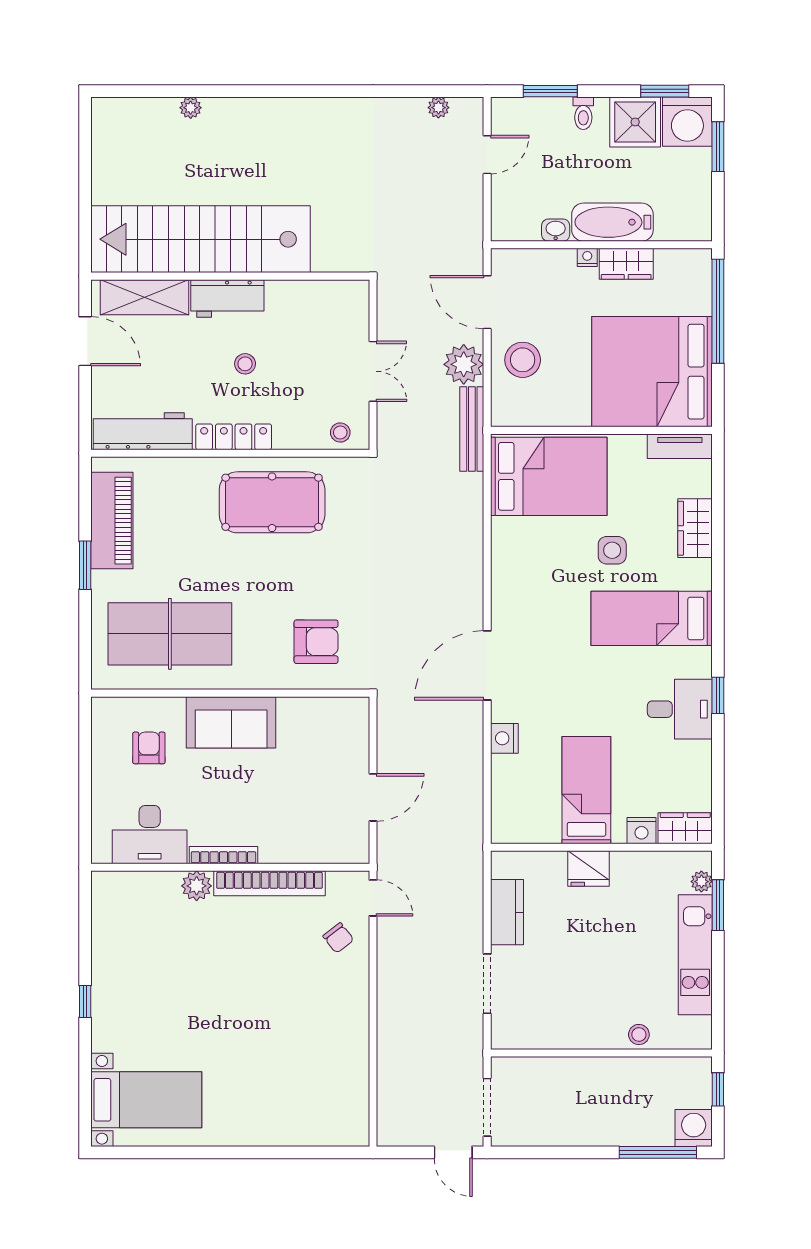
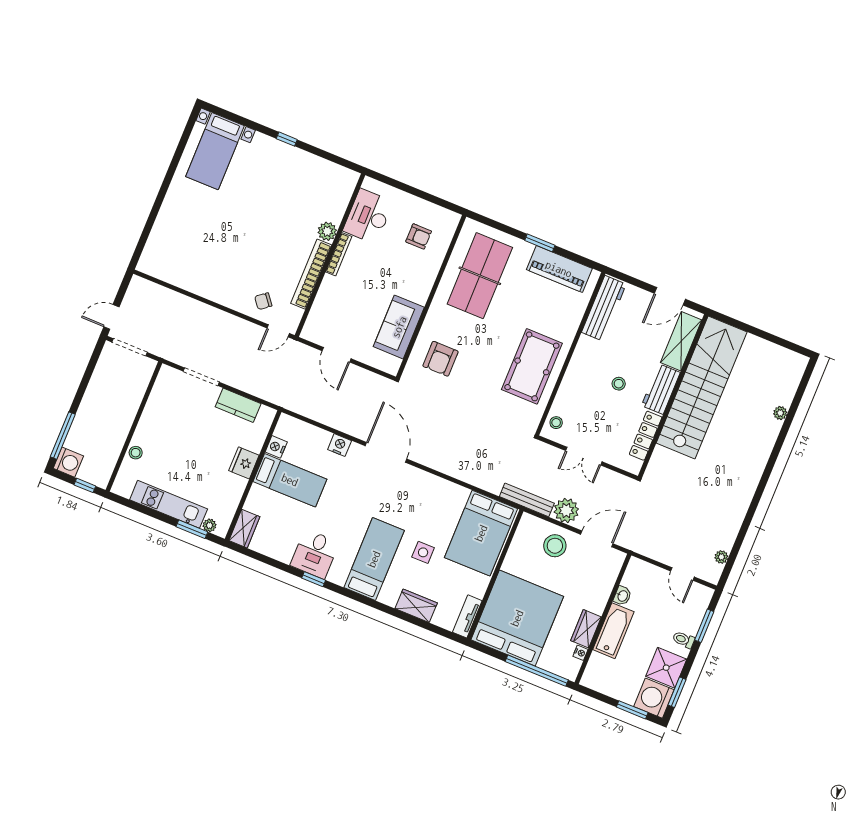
nightstand: (587, 257) -> (580, 653), moved
locker: (234, 437) -> (646, 436), moved, turned 180
sofa: (231, 722) -> (399, 327), moved
nightstand: (641, 831) -> (276, 447), moved

